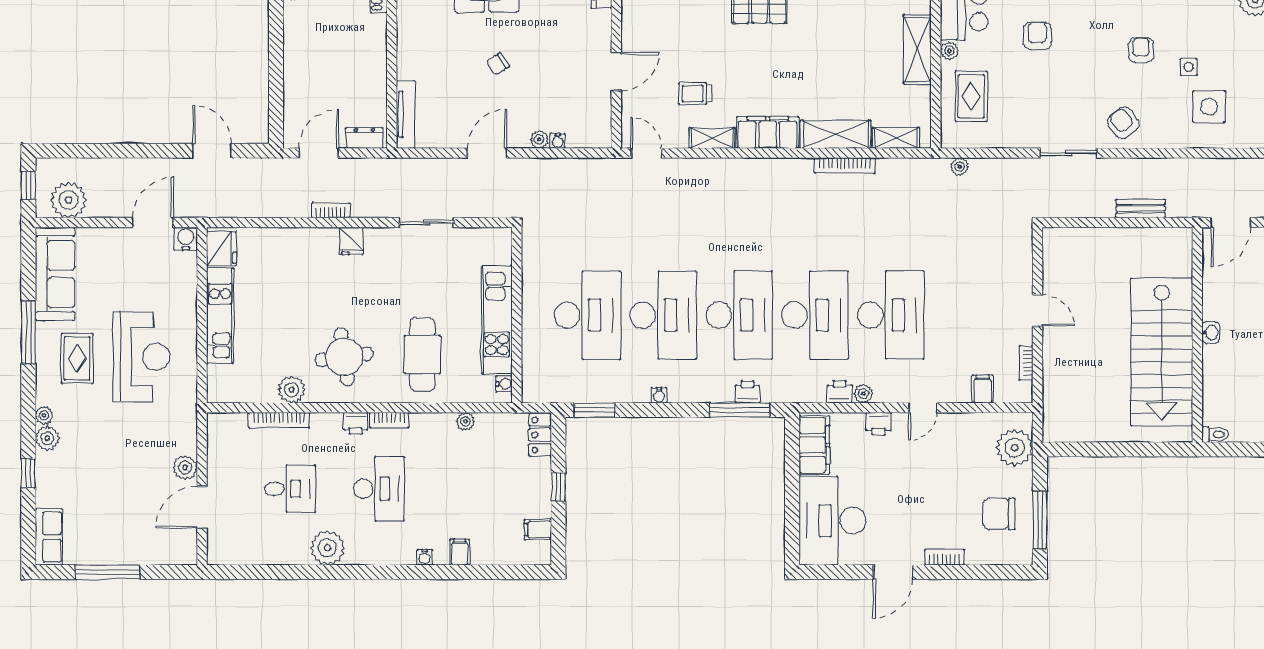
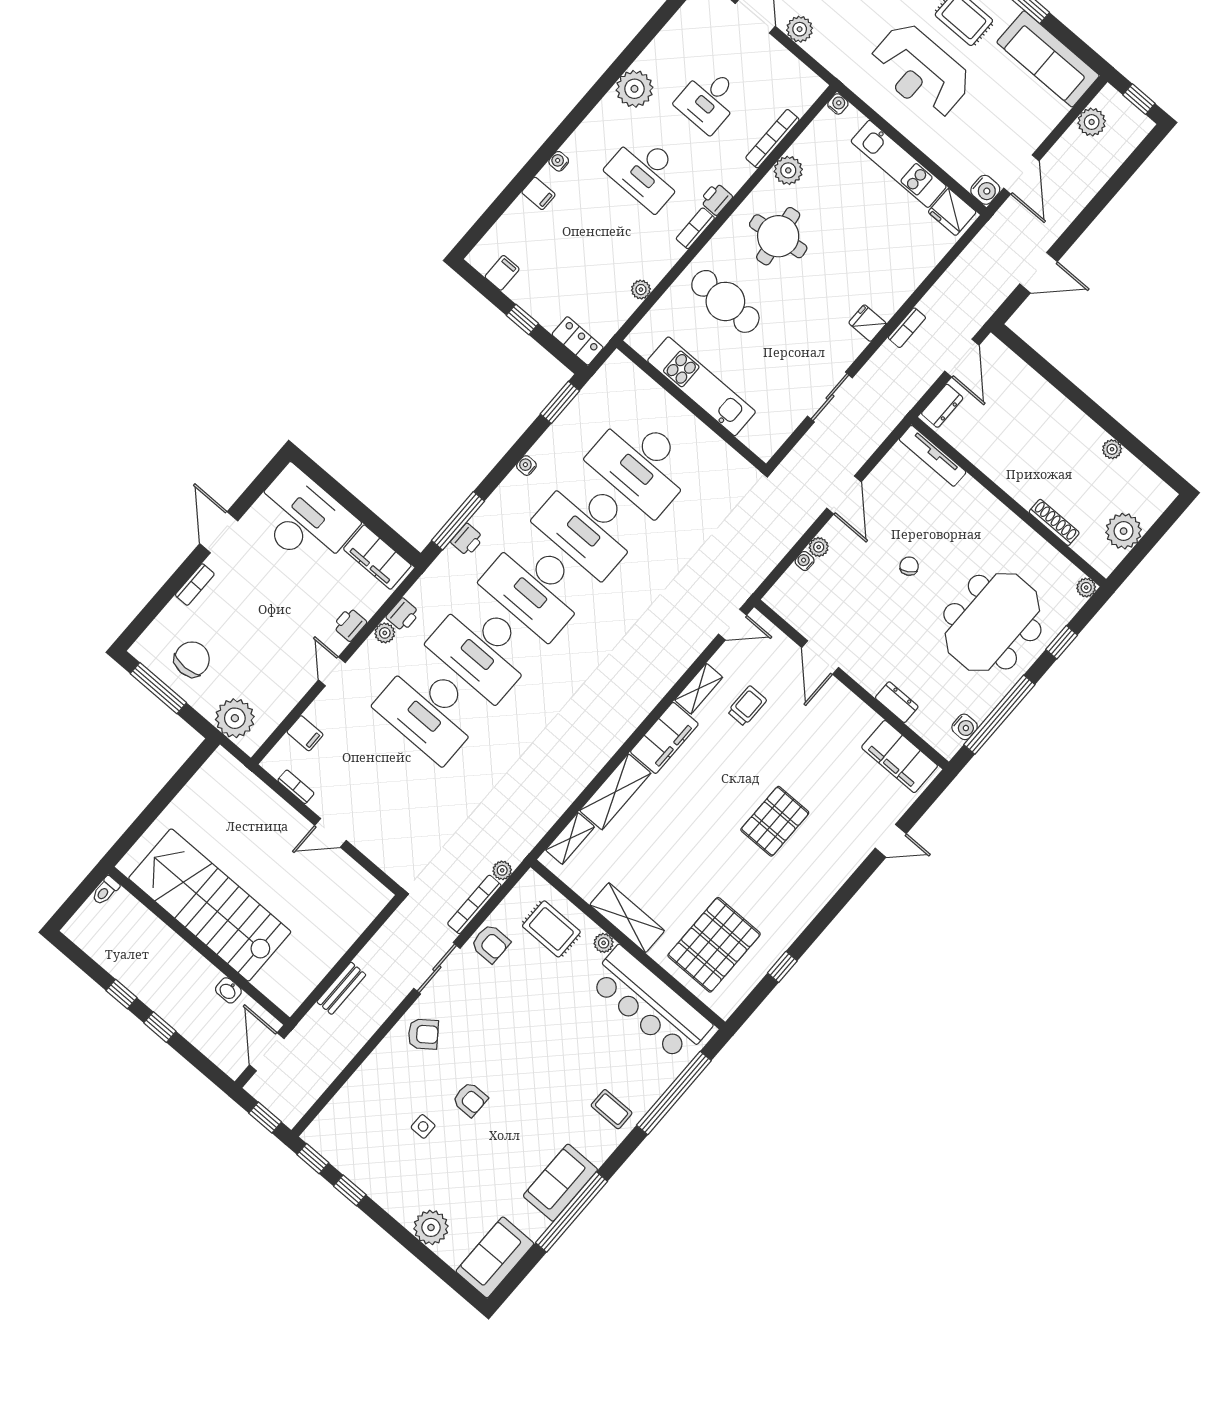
armchair: (1037, 36) -> (491, 944), moved
side table: (1209, 107) -> (376, 1115), removed
bookcase: (845, 165) -> (474, 904), moved
plant: (68, 200) -> (1092, 122), width x0.73, depth x0.73
washbasin: (1211, 333) -> (228, 990), moved
water cooler: (504, 384) -> (838, 104), moved, turned 180

